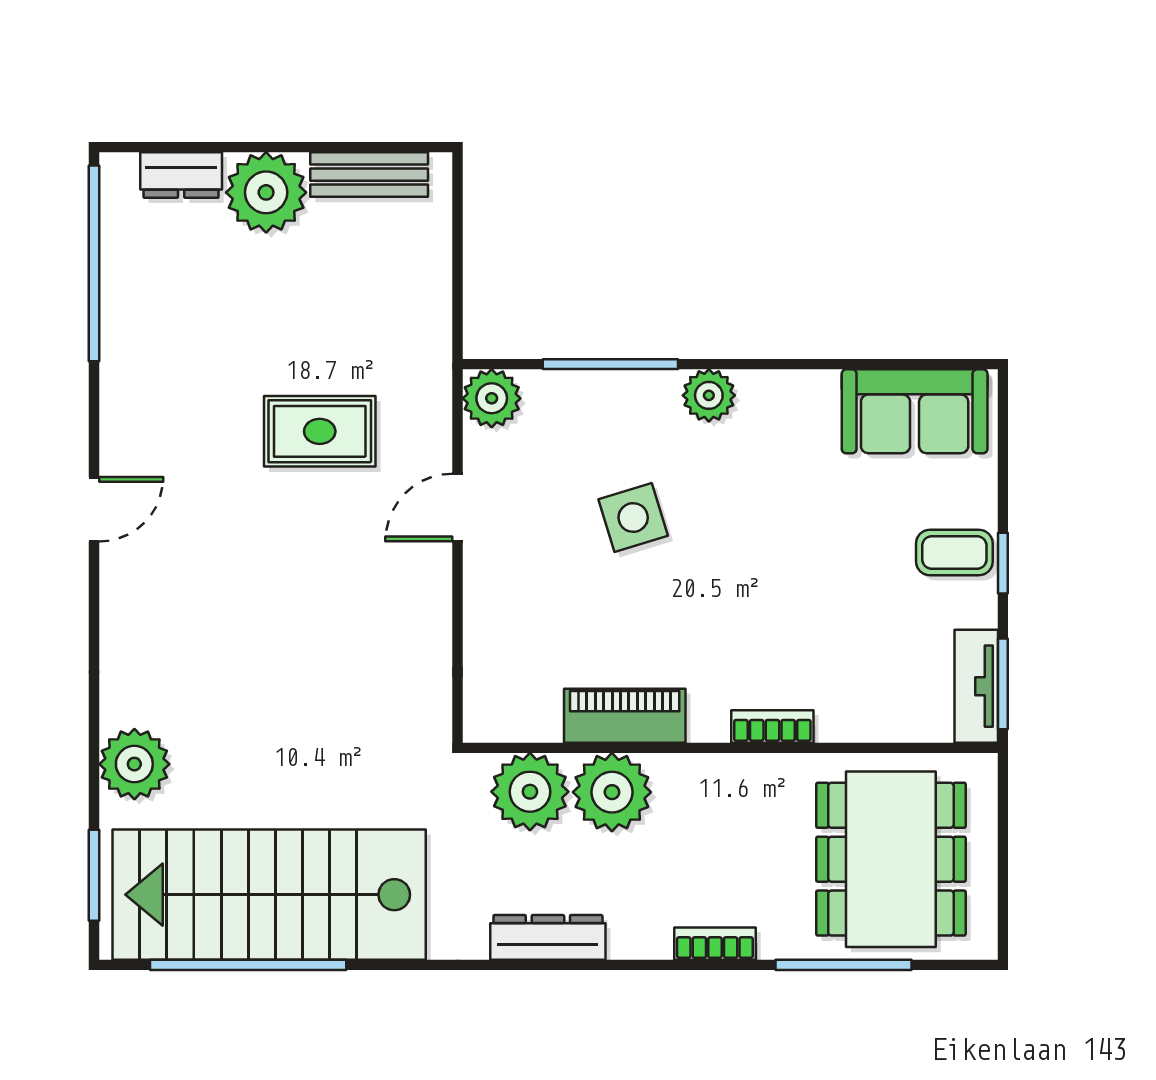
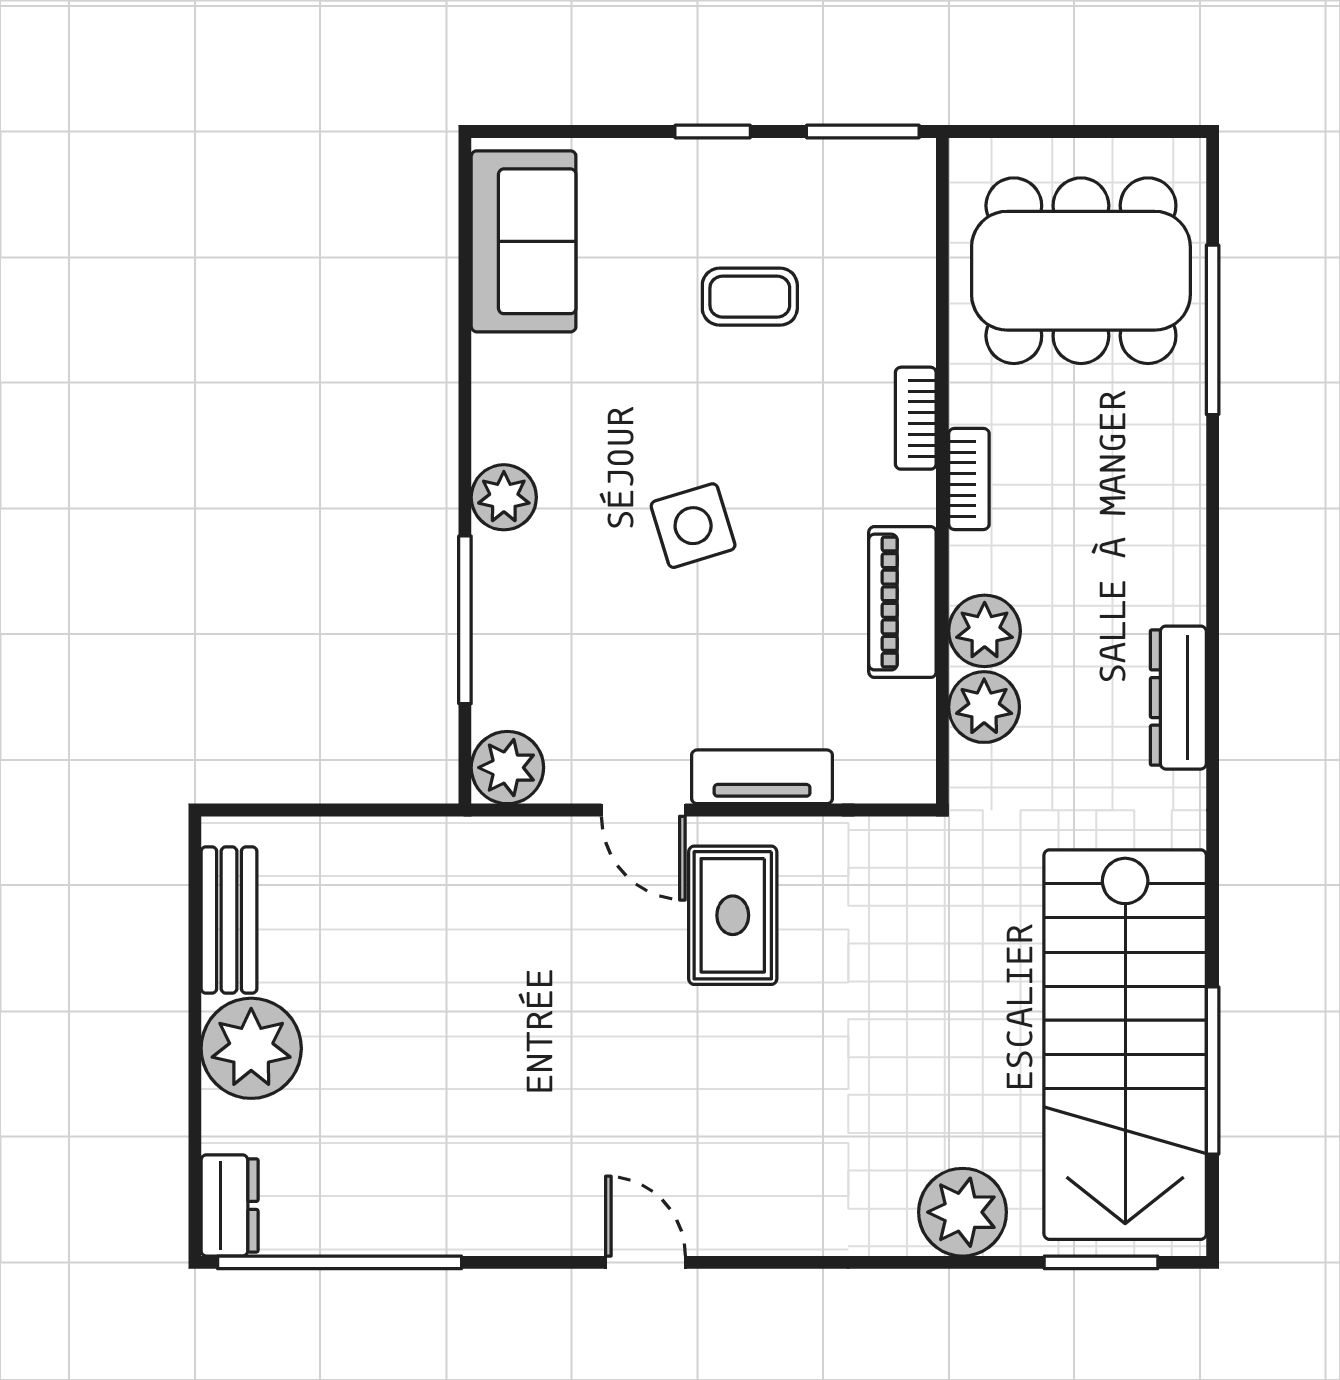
dresser: (181, 175) -> (230, 1205), moved
rug: (320, 431) -> (733, 915), moved
side table: (633, 518) -> (693, 526), moved
coffee table: (954, 552) -> (750, 297), moved, turned 90
tv unit: (976, 686) -> (762, 777), moved, turned 180
plant: (530, 792) -> (984, 707), width x0.73, depth x0.73
plant: (612, 792) -> (985, 631), width x0.73, depth x0.73
bookcase: (715, 944) -> (969, 479), moved, turned 180
window: (248, 965) -> (1213, 1070), width x0.68

